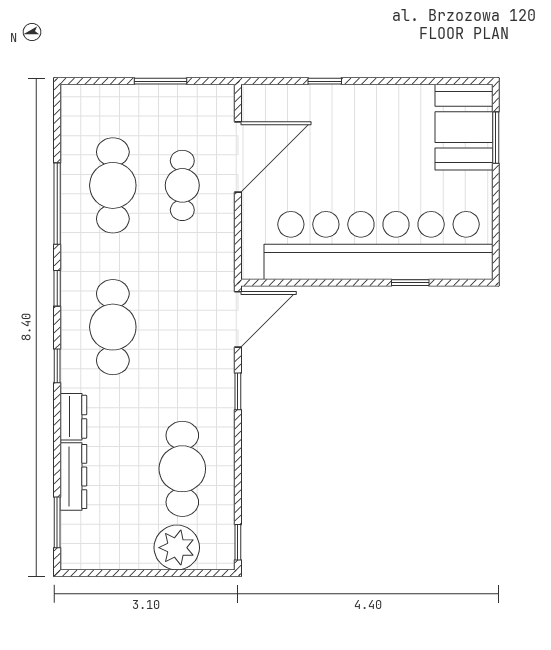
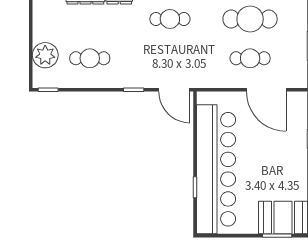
cafe table: (113, 327) -> (170, 19), width x0.73, depth x0.74
cafe table: (182, 469) -> (90, 58), width x0.73, depth x0.74

